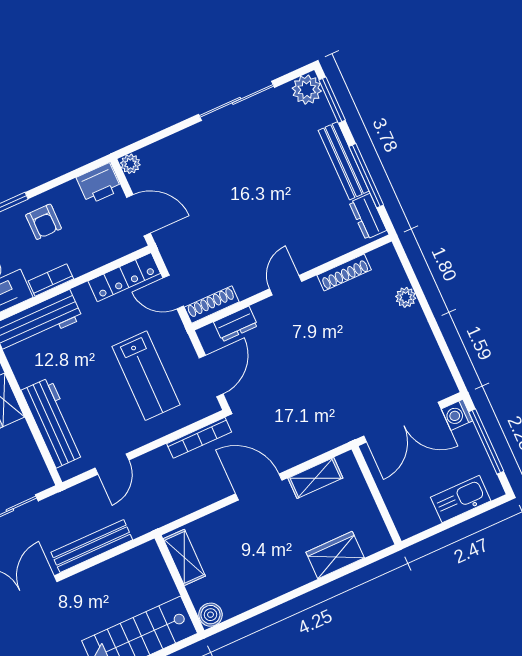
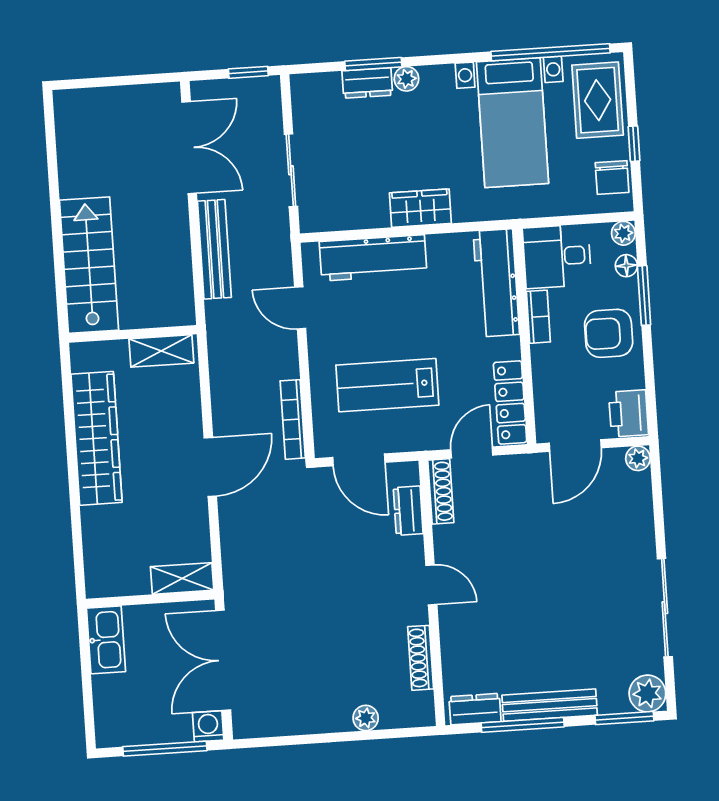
armchair: (44, 222) -> (609, 333), width x1.38, depth x1.38
shelving: (315, 478) -> (182, 578), moved, turned 90
kitchen sink: (461, 499) -> (106, 640), moved
wardrobe: (335, 555) -> (97, 438), moved, width x2.10, depth x1.17
boiler: (210, 615) -> (84, 356), removed

